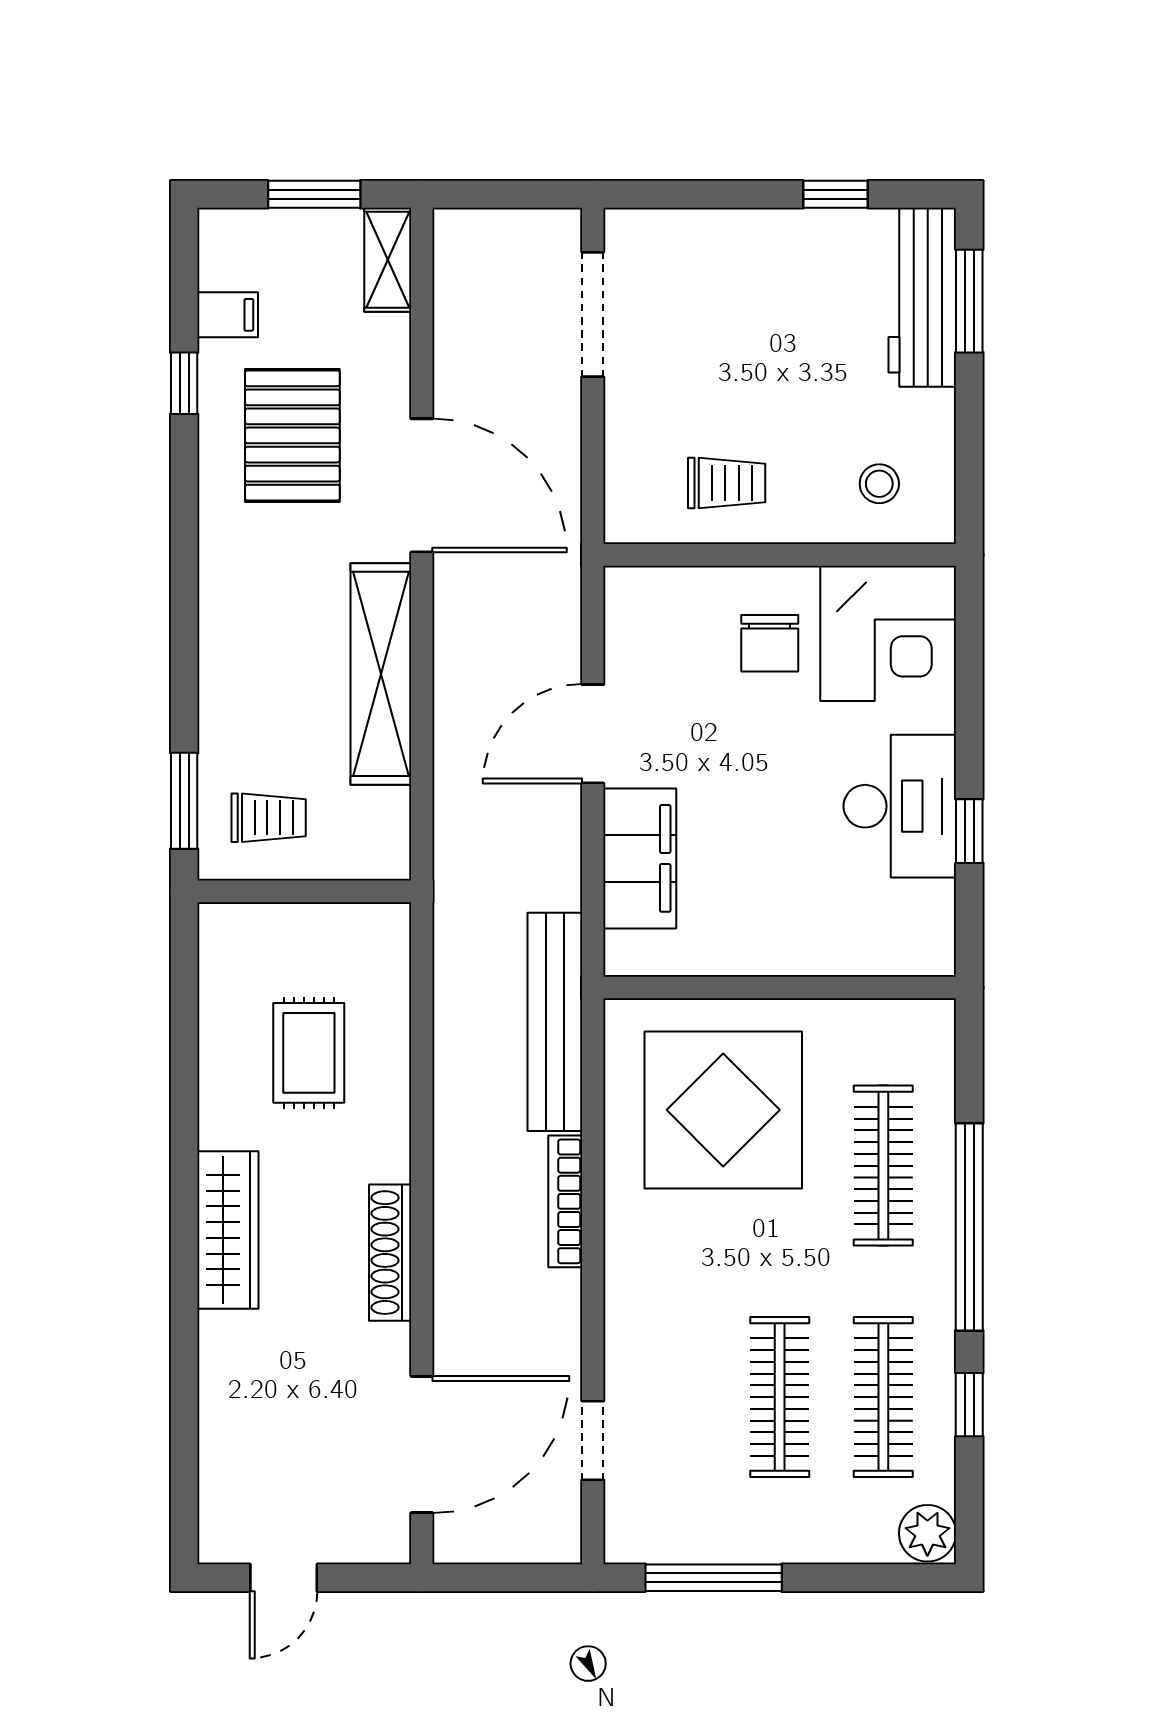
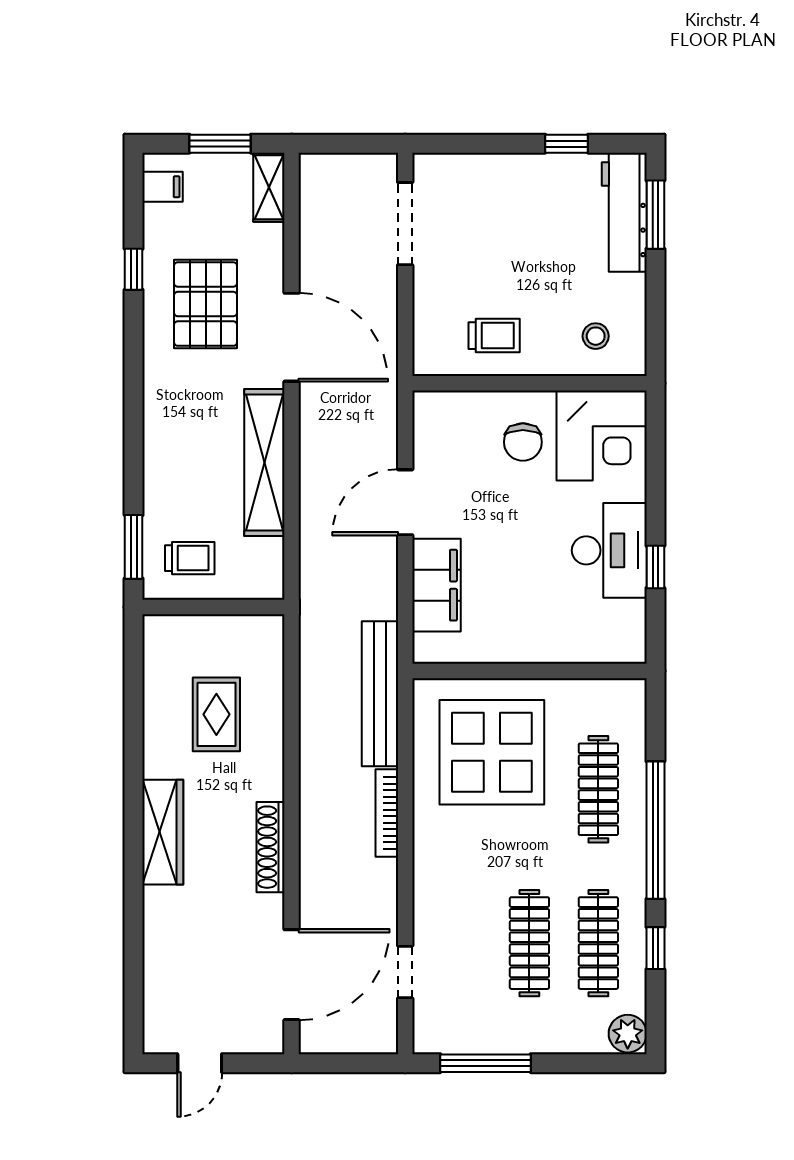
filing cabinet: (228, 315) -> (163, 187), moved

